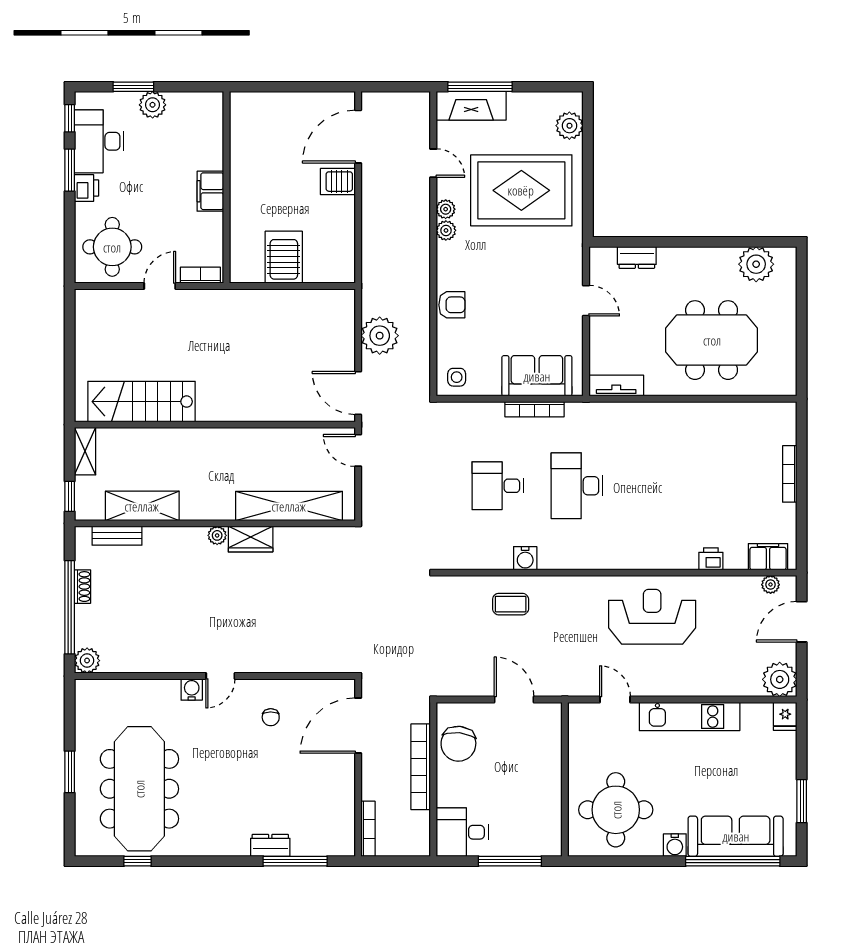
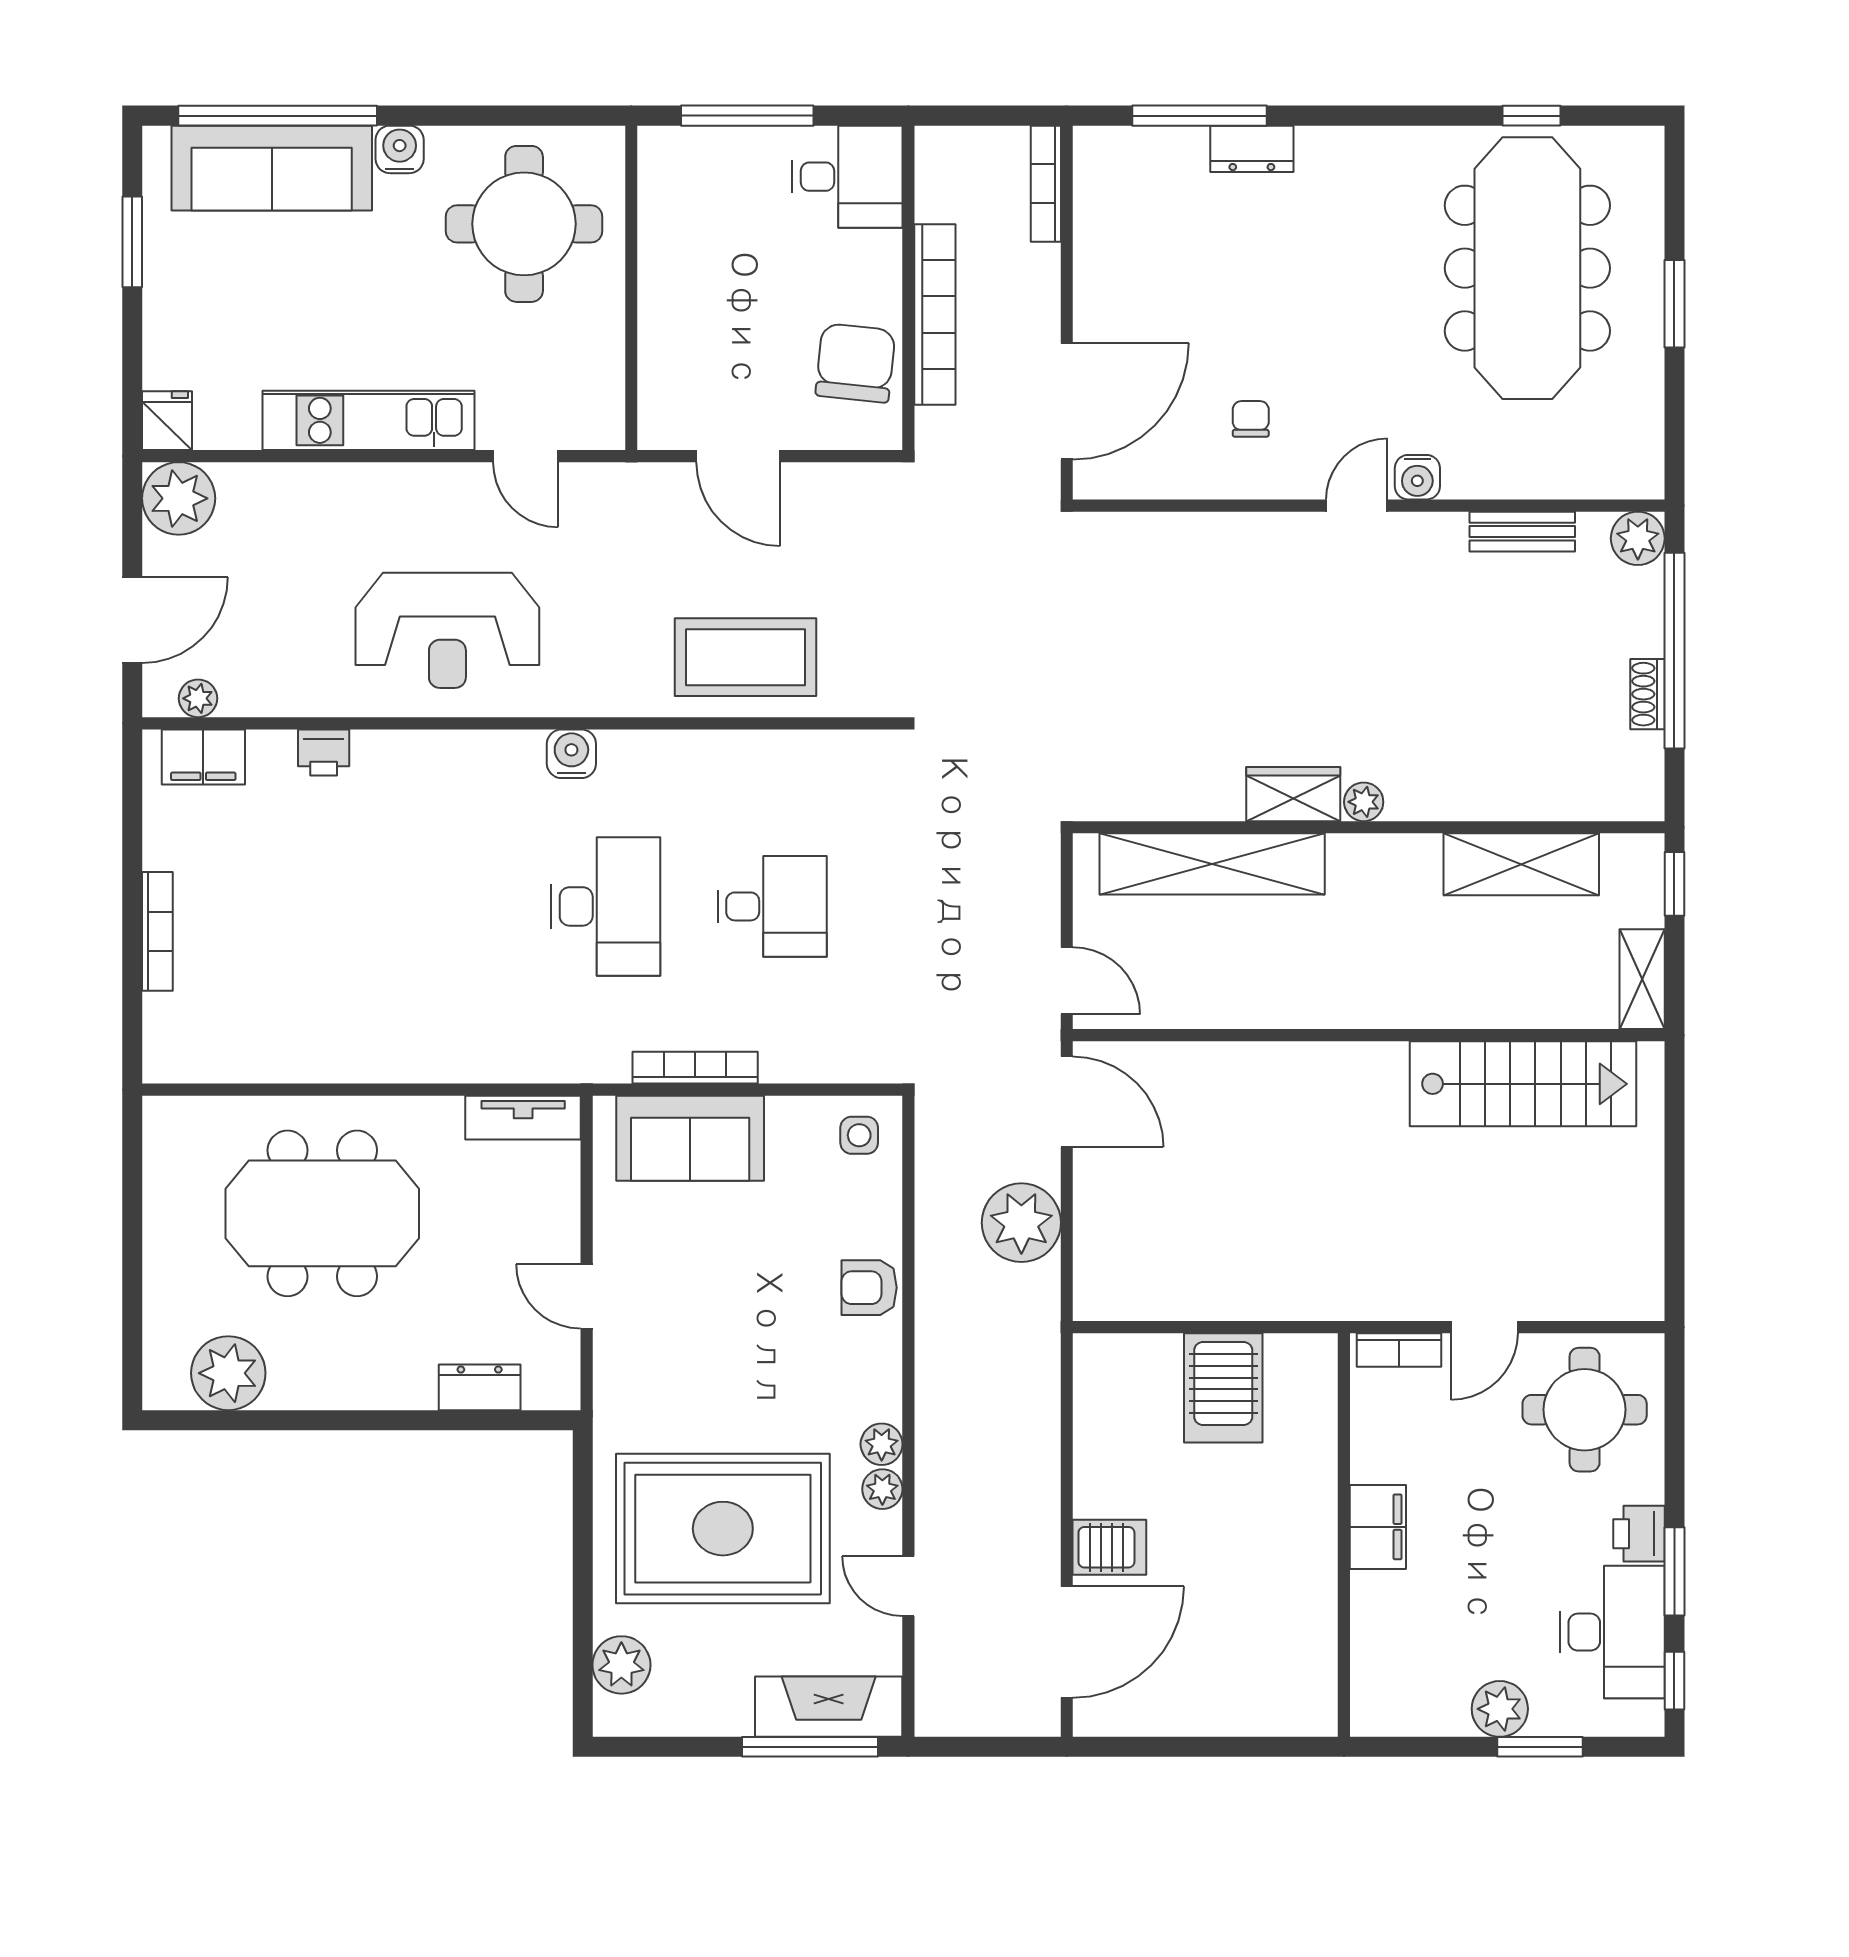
bench: (117, 536) -> (1522, 532), moved
water cooler: (525, 558) -> (571, 754), moved
coffee table: (511, 604) -> (746, 657), width x1.86, depth x1.72

